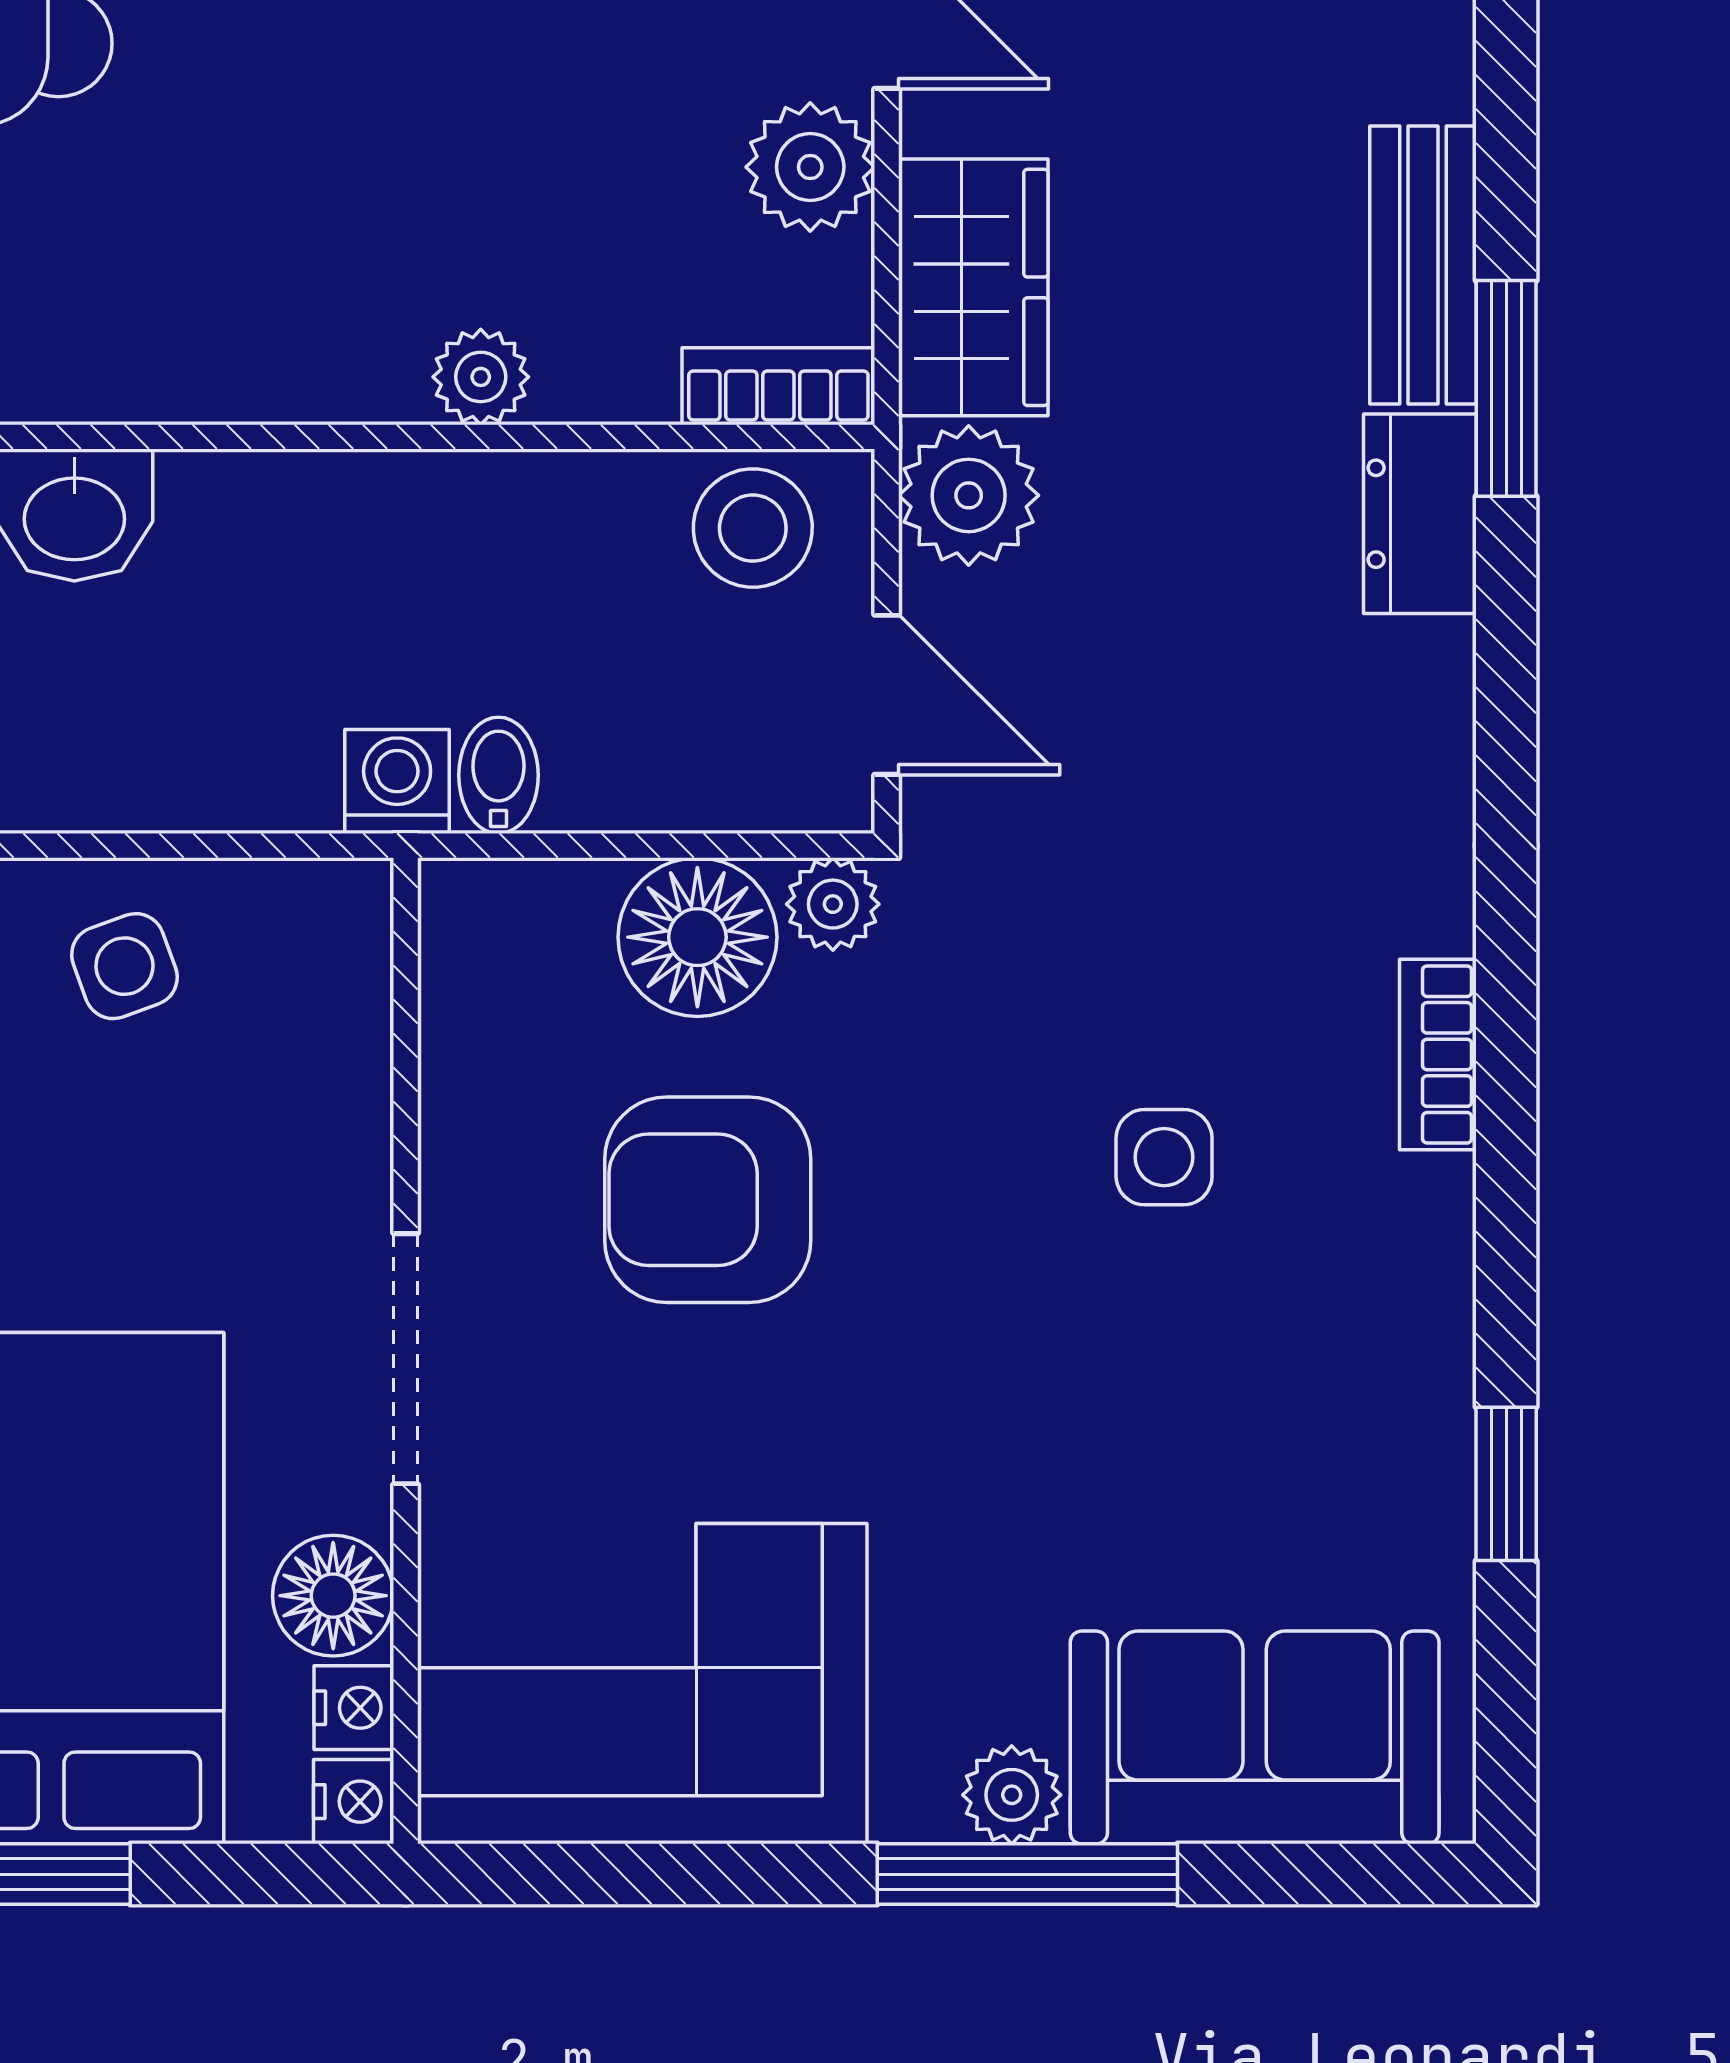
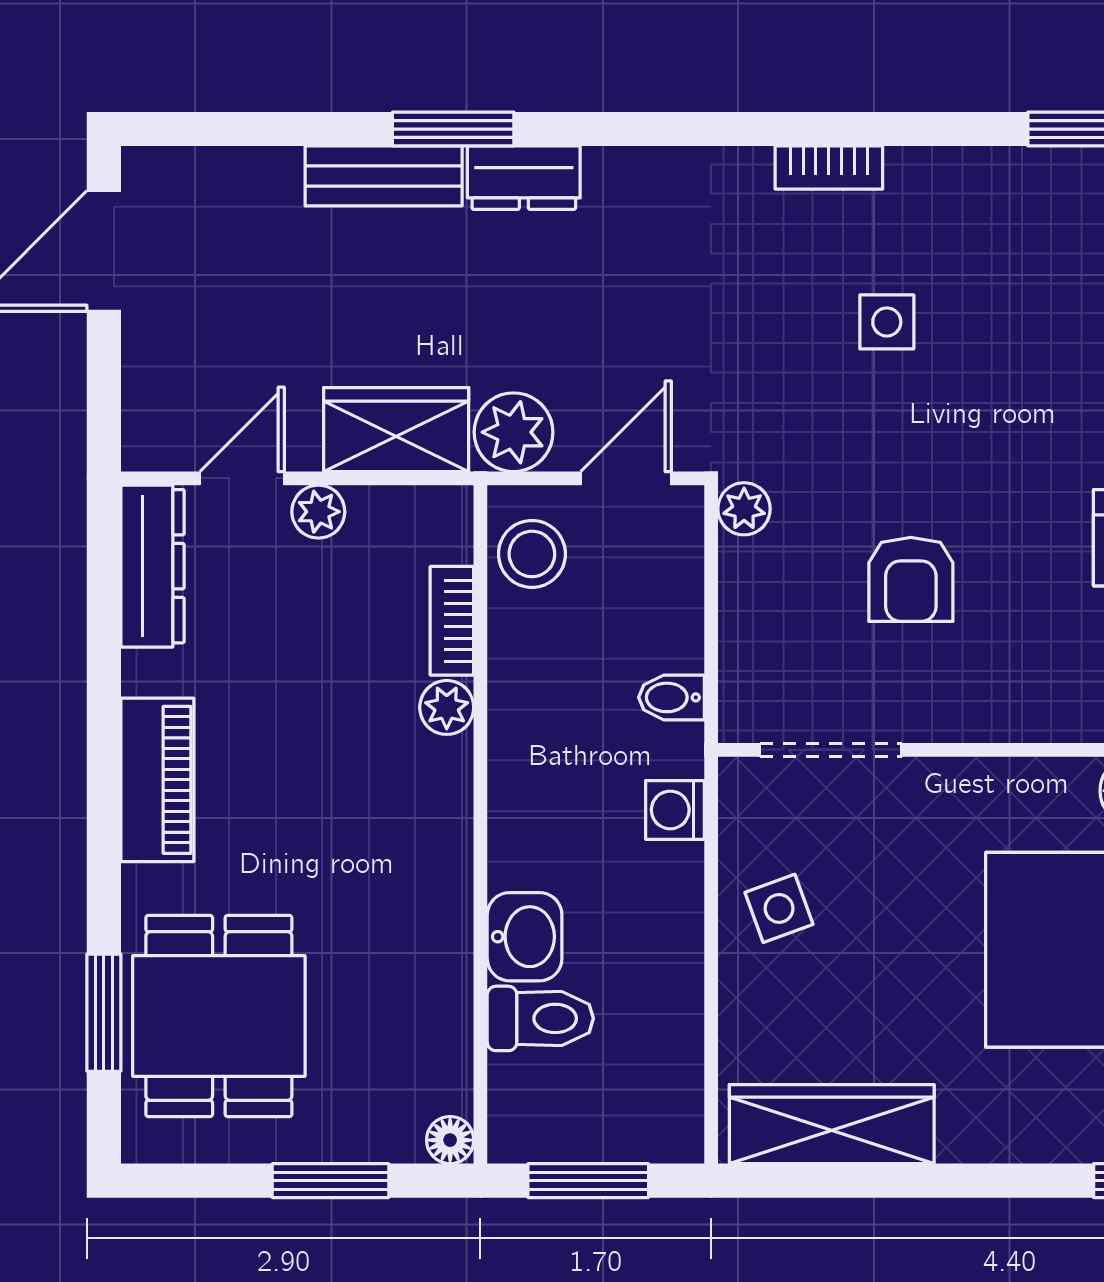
plant: (810, 167) -> (318, 512), width x0.73, depth x0.73
bookcase: (778, 386) -> (452, 621), moved
washing machine: (397, 782) -> (675, 810), moved
floor lamp: (697, 937) -> (763, 585), removed
armchair: (708, 1200) -> (911, 579), width x0.72, depth x0.72
doorway: (406, 1359) -> (831, 750), moved

